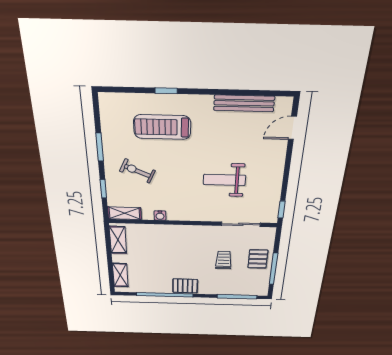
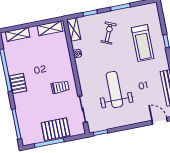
treadmill: (162, 127) -> (143, 43), turned 180
weight bench: (224, 180) -> (115, 89), width x1.36, depth x1.33
pallet: (258, 259) -> (56, 129), width x1.50, depth x1.42
trolley: (224, 260) -> (60, 87), moved

